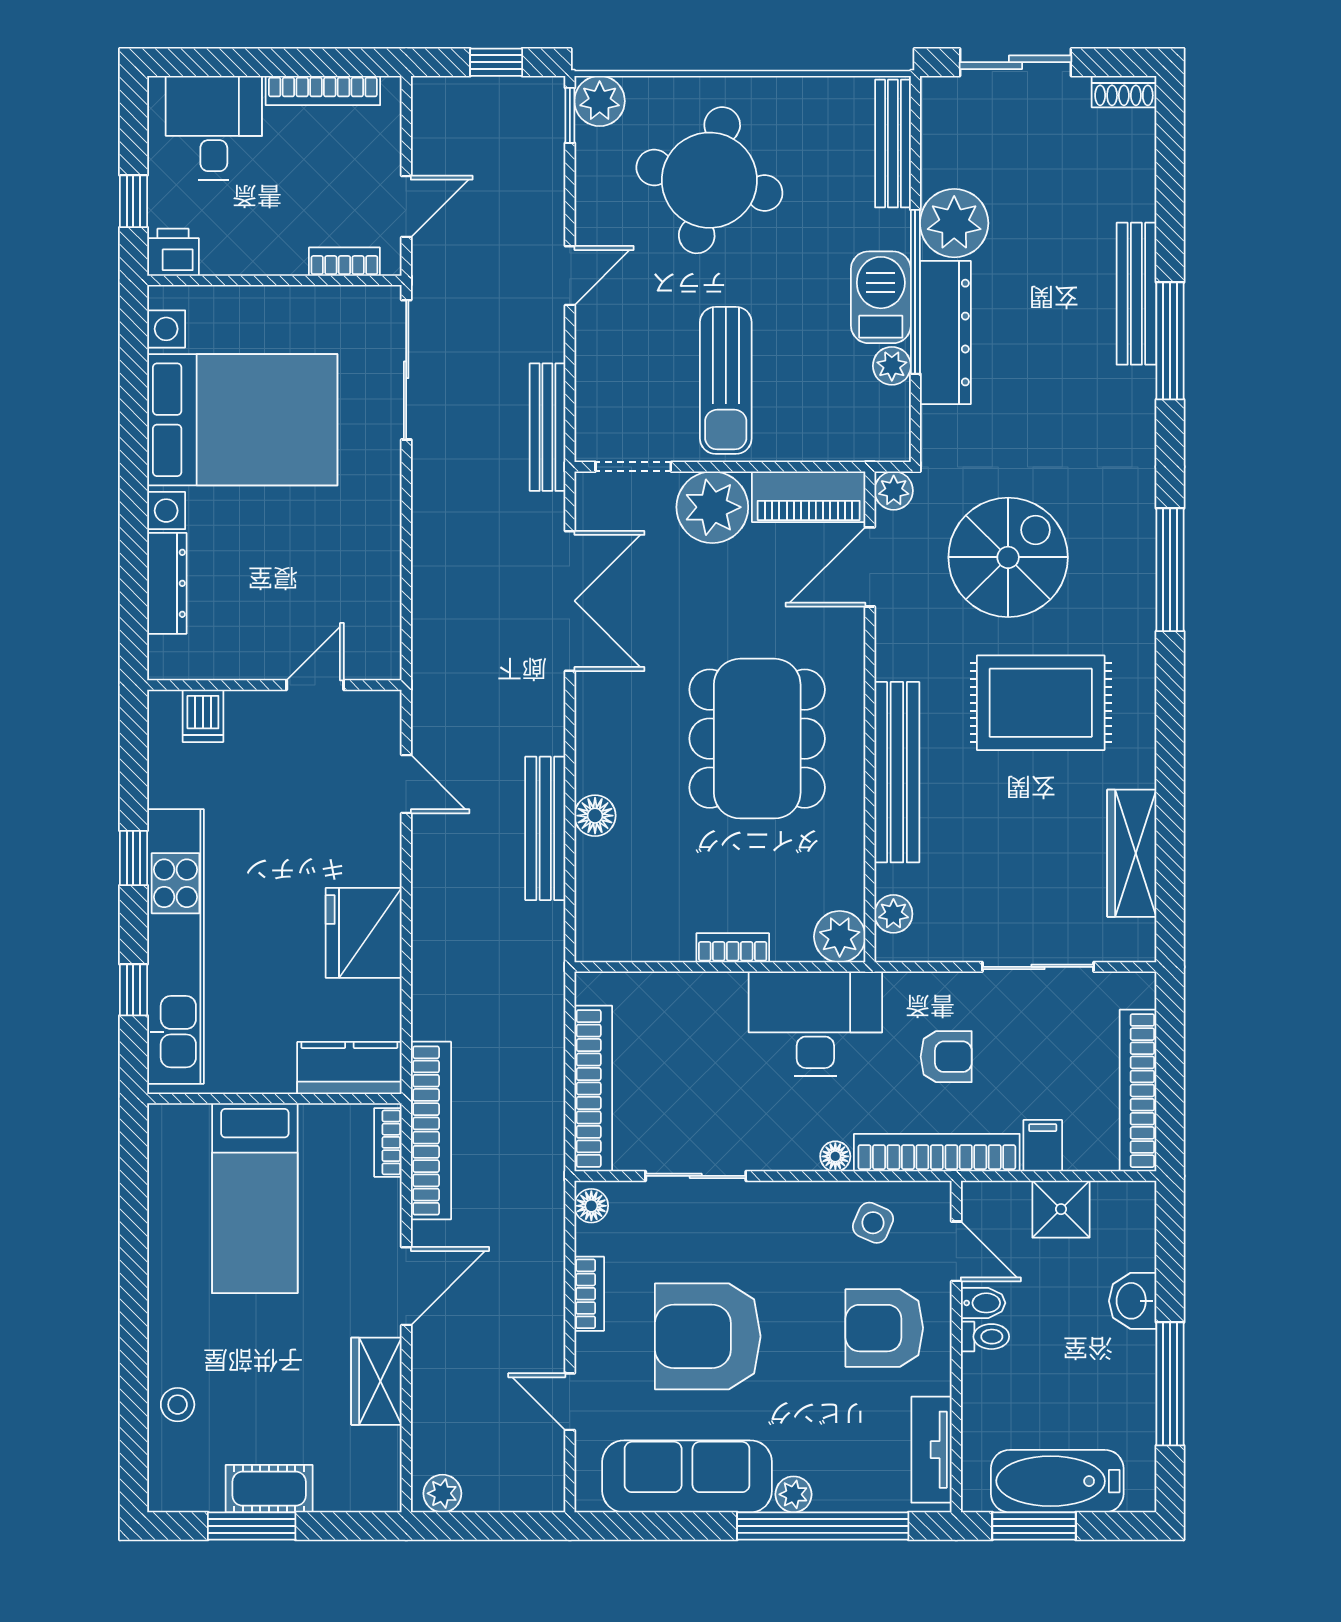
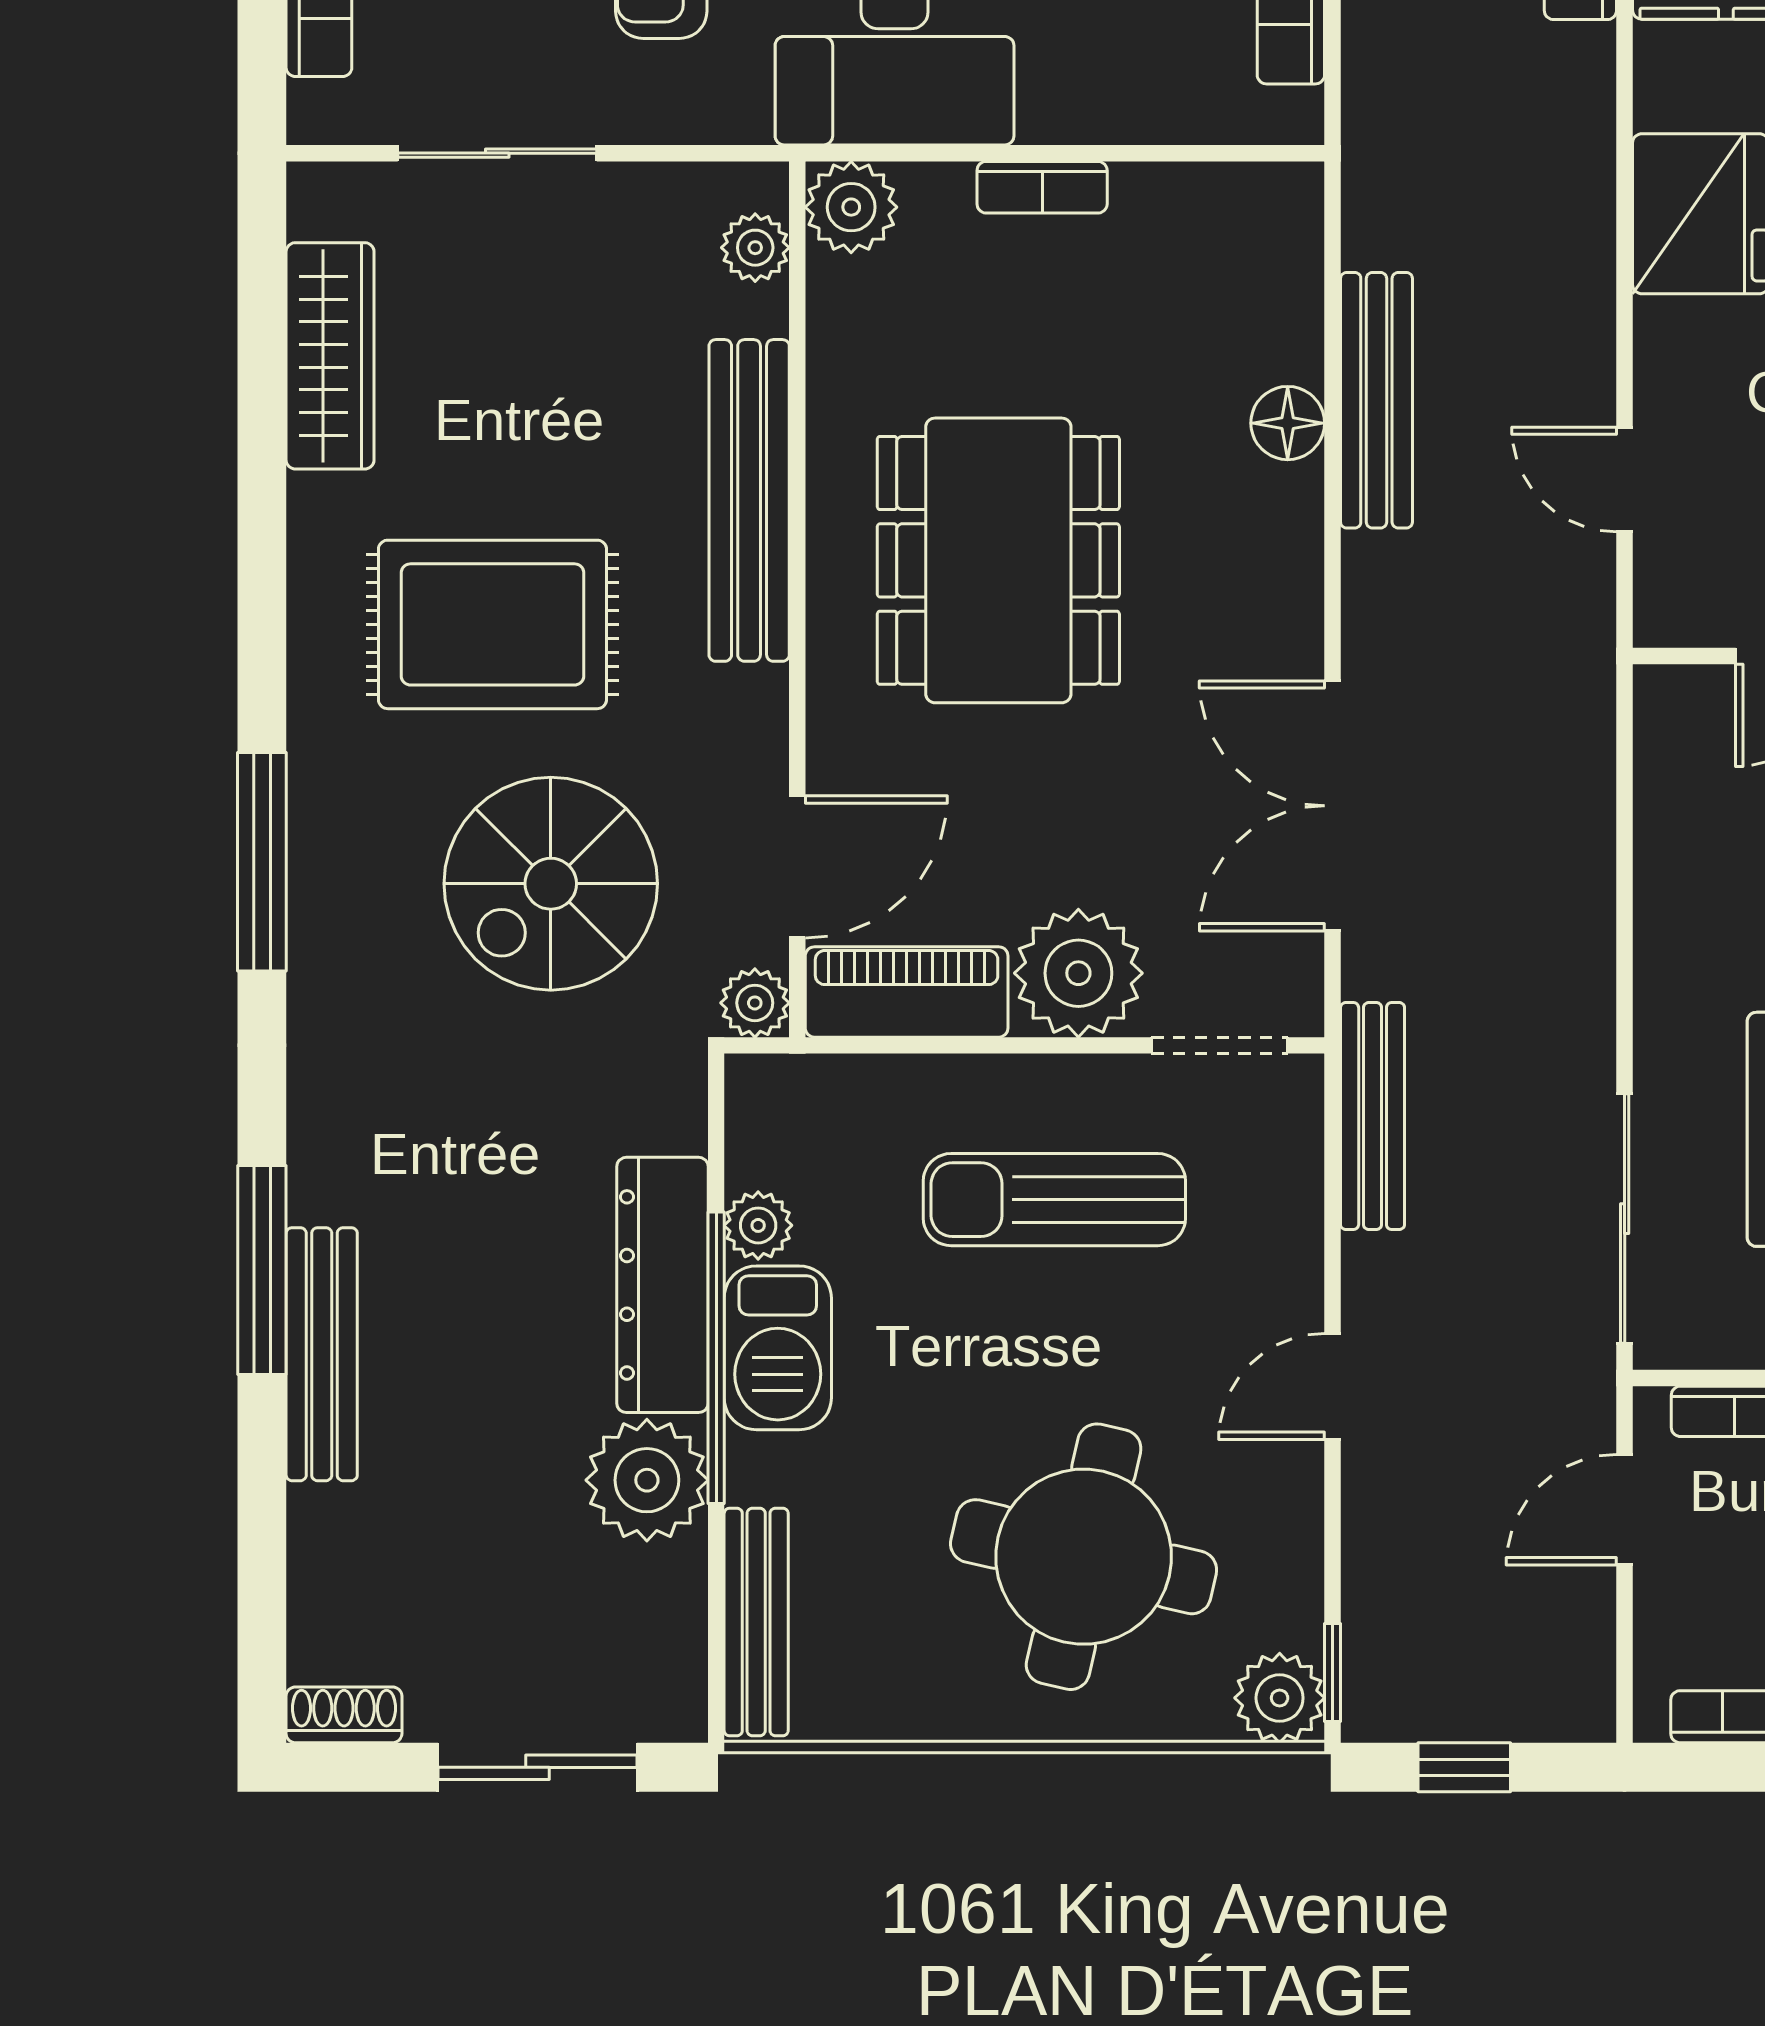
sun lounger: (726, 380) -> (1054, 1200), turned -90

